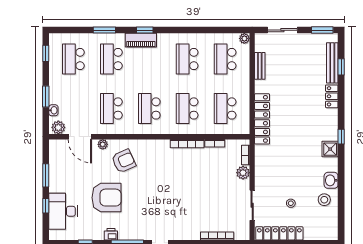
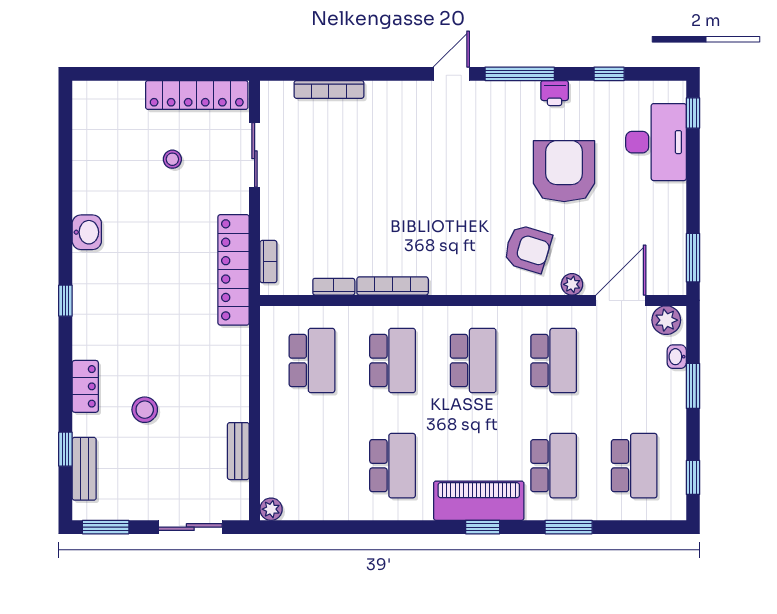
piano: (141, 40) -> (479, 501), width x1.37, depth x1.33
school desk: (225, 59) -> (312, 466), removed
bench: (332, 63) -> (84, 469), width x0.73
locker: (262, 119) -> (234, 270), moved
door: (80, 137) -> (621, 300), hinge flipped
shower: (330, 149) -> (89, 274), removed
armchair: (124, 161) -> (528, 249), turned -139
plant: (243, 173) -> (274, 224), removed
window: (46, 175) -> (693, 258), moved
washbasin: (331, 180) -> (87, 232), moved
armchair: (106, 198) -> (564, 171), turned 90
stool: (324, 200) -> (145, 410), moved
window: (46, 206) -> (693, 113), moved

